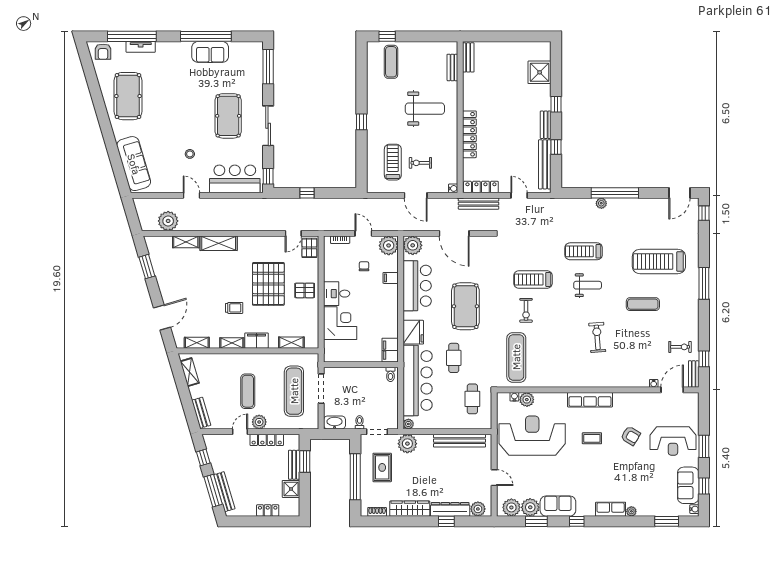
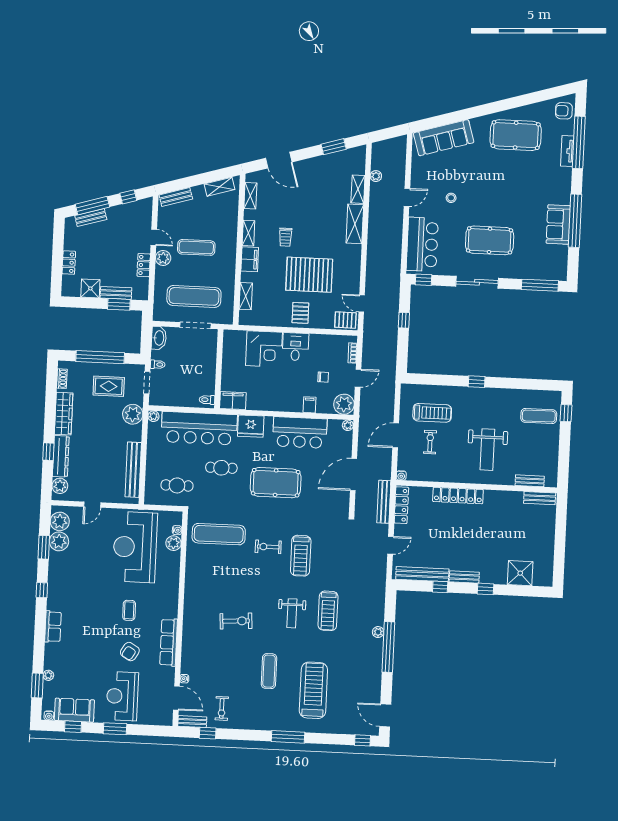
plant: (168, 221) -> (376, 176), width x0.53, depth x0.53
plant: (413, 245) -> (348, 425), width x0.53, depth x0.53
treadmill: (584, 251) -> (328, 611), turned 180
treadmill: (533, 279) -> (301, 556), turned 180
row of seats: (590, 400) -> (169, 642), moved
reception desk: (532, 436) -> (135, 547), turned 180
locker: (267, 440) -> (144, 265), width x0.66
bench: (224, 492) -> (91, 218), width x0.73
sofa: (558, 506) -> (59, 571), removed
plant: (631, 511) -> (48, 675), moved

